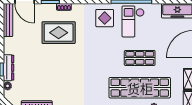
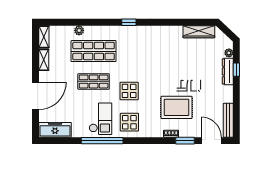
display table: (105, 49) -> (129, 91), added
shop shelf: (140, 88) -> (94, 51), width x0.71

